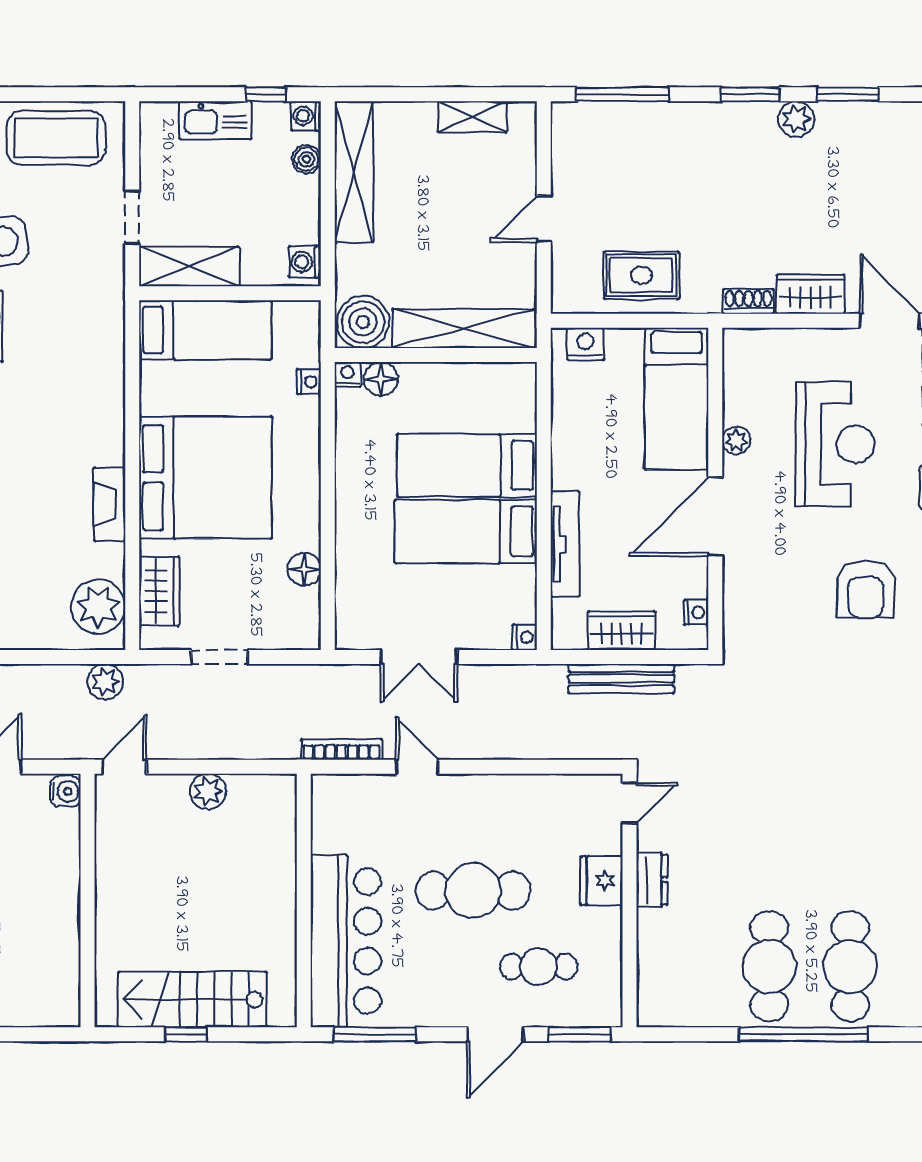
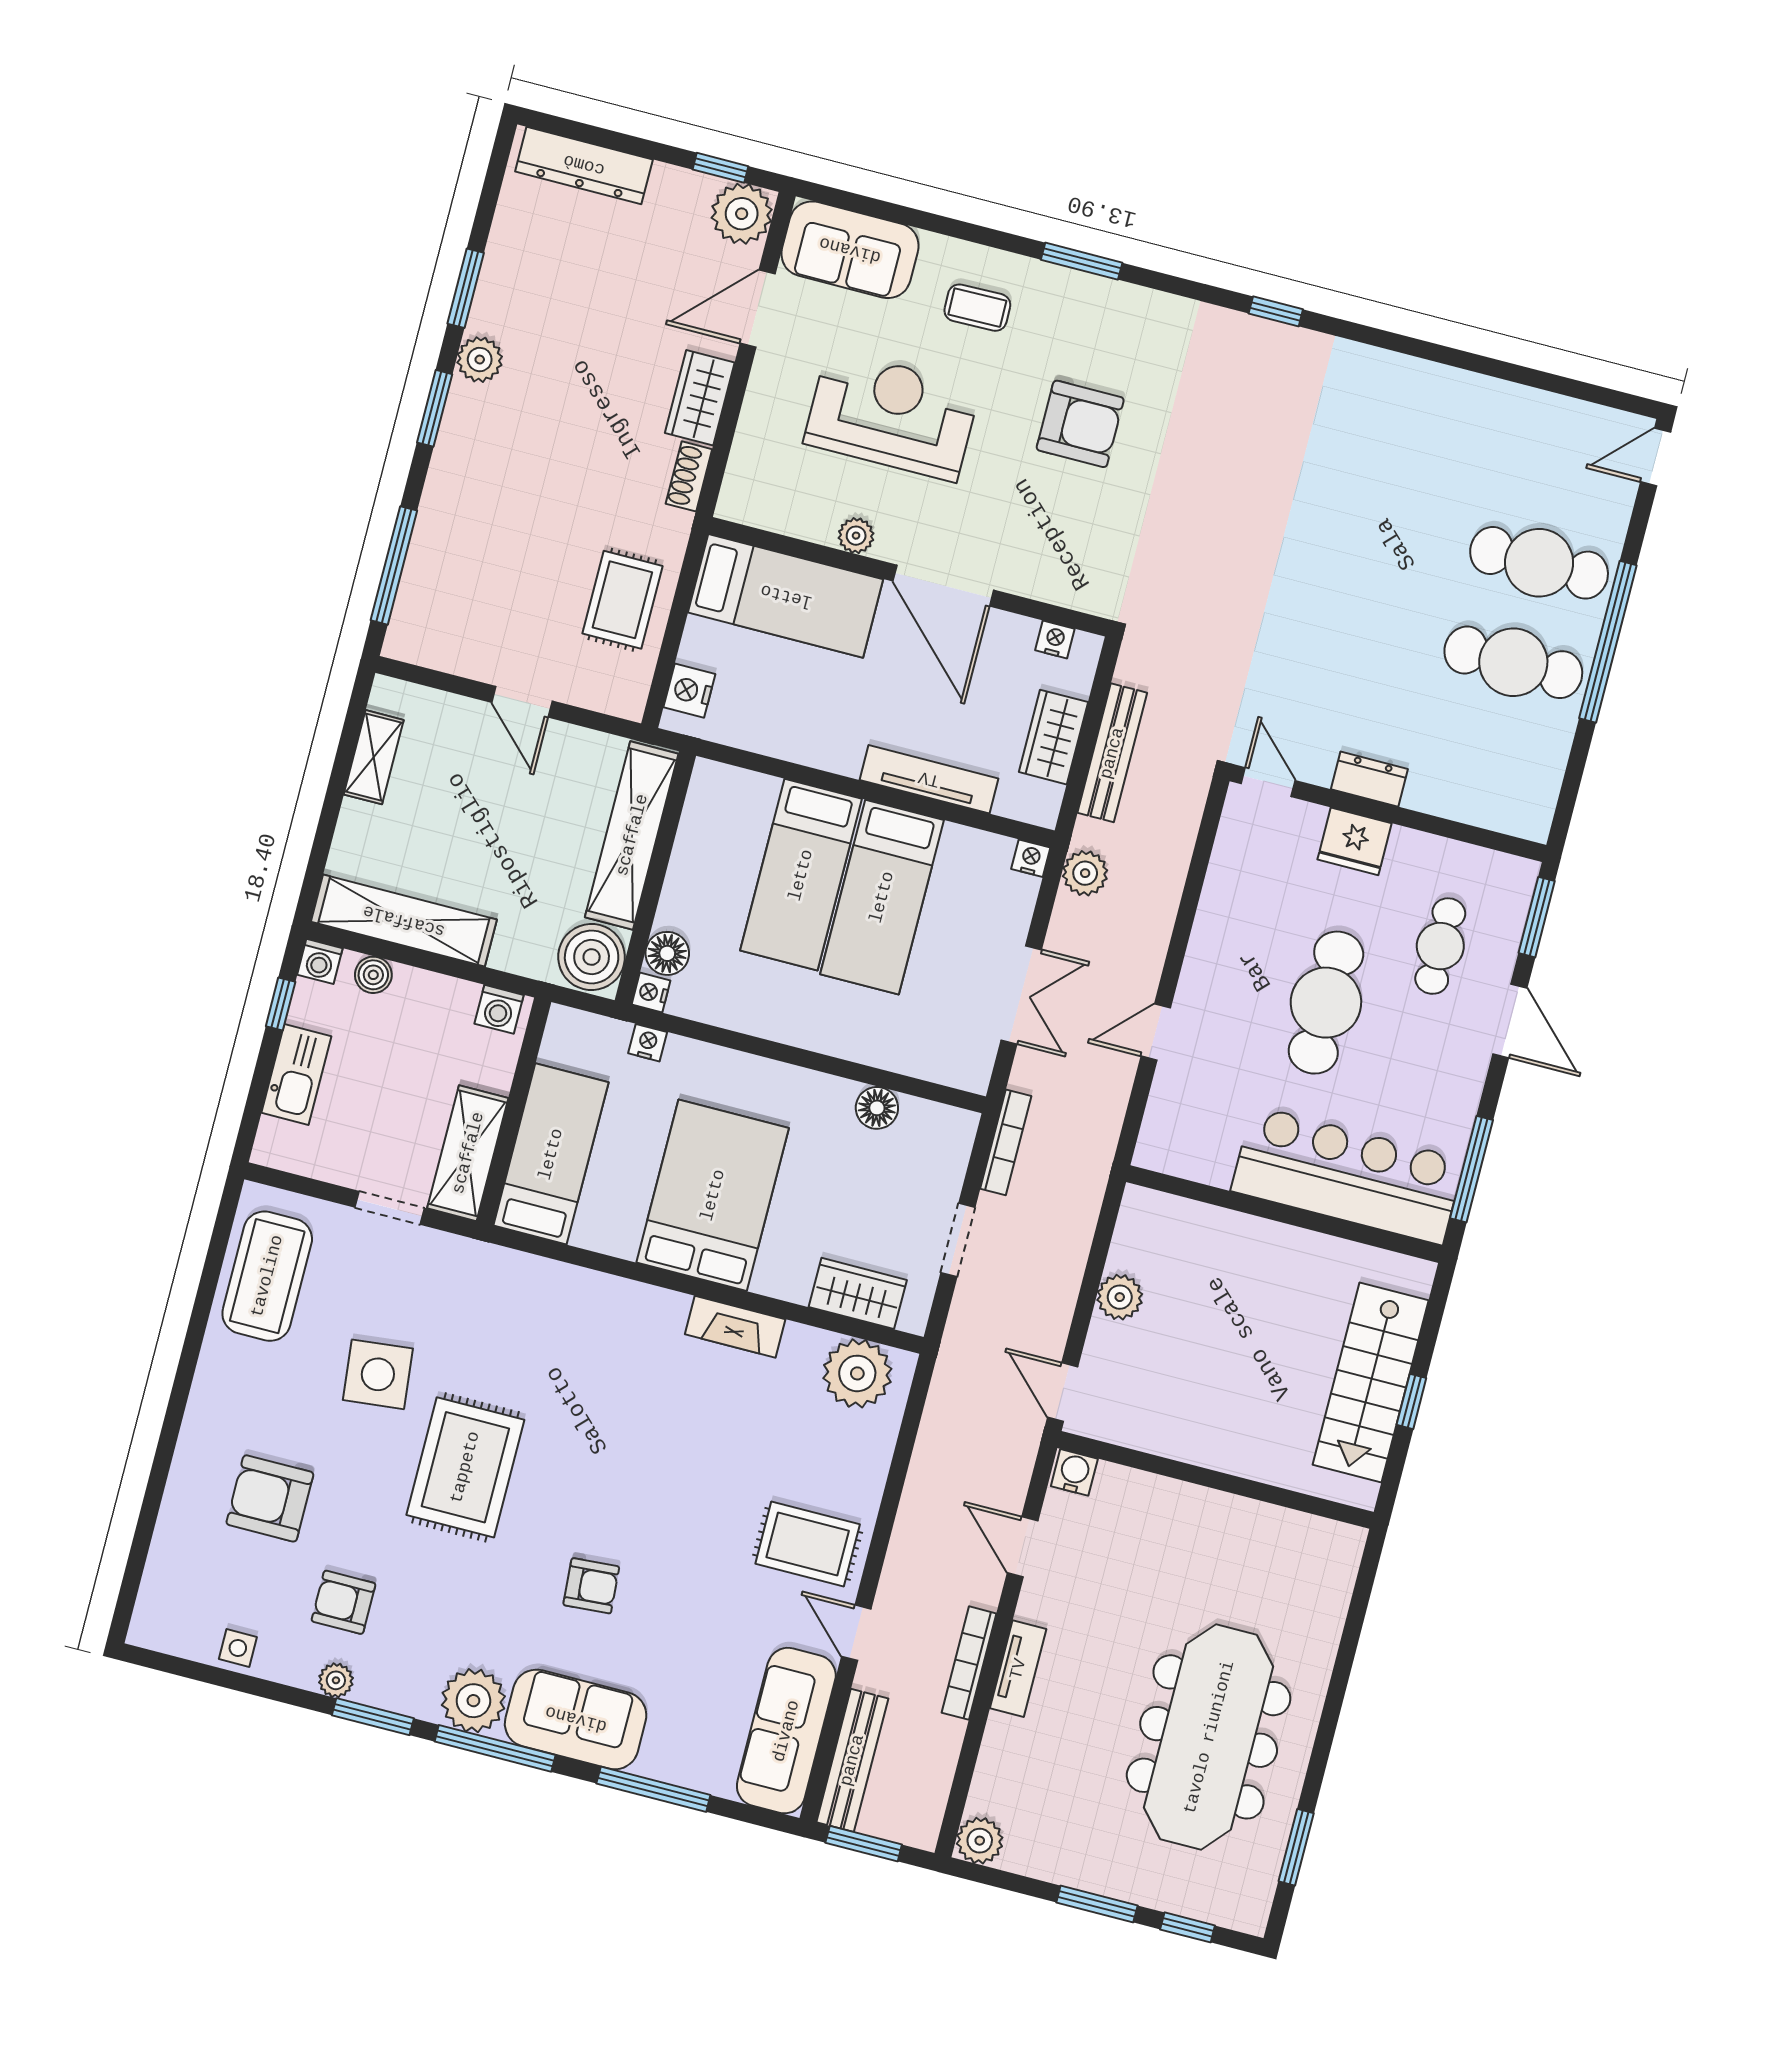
bed: (205, 478) -> (713, 1195), width x0.73
plant: (105, 682) -> (1085, 873), moved
bookcase: (341, 750) -> (1006, 1142), moved, turned 180

